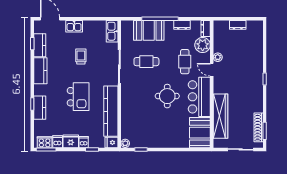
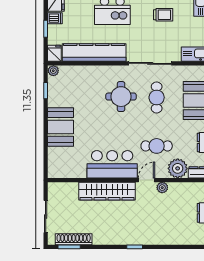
round table: (167, 96) -> (121, 97), moved
wardrobe: (221, 116) -> (107, 191), moved
booth: (200, 133) -> (61, 127), moved, turned 90

